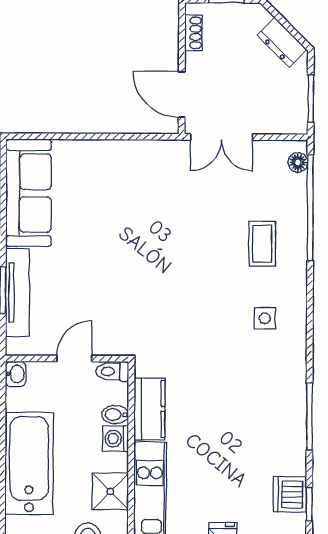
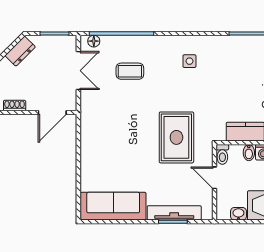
double door: (222, 137) -> (78, 71), moved
coffee table: (262, 244) -> (130, 71), moved
rug: (140, 297) -> (176, 137), added
washbasin: (16, 374) -> (238, 214), moved

